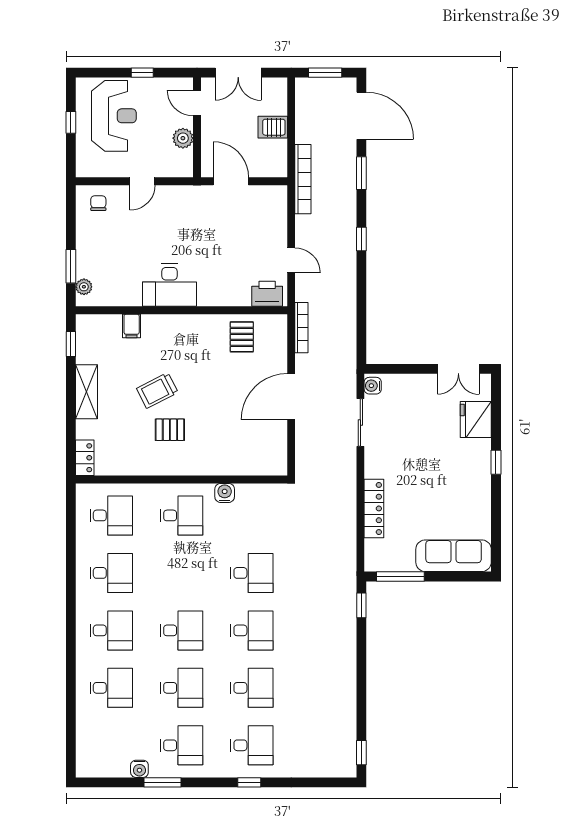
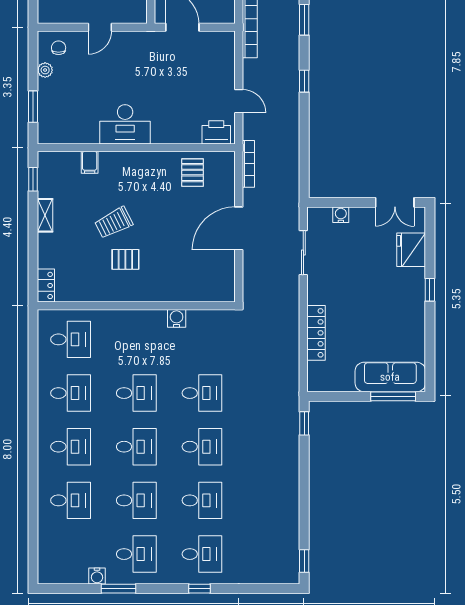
plant: (84, 287) -> (45, 70), moved
water cooler: (373, 386) -> (341, 215), moved, turned 90
shelving: (87, 392) -> (45, 215), width x0.67, depth x0.75
desk: (182, 515) -> (136, 393), moved
window: (400, 577) -> (393, 396), moved

